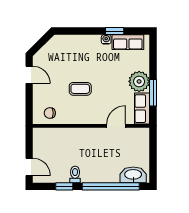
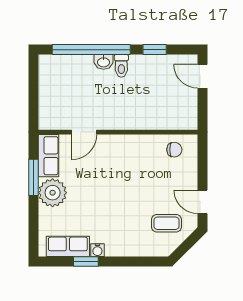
coffee table: (80, 89) -> (166, 223), moved
toilet: (75, 174) -> (121, 66), moved
washbasin: (133, 175) -> (104, 62), moved, width x0.52, depth x0.69

